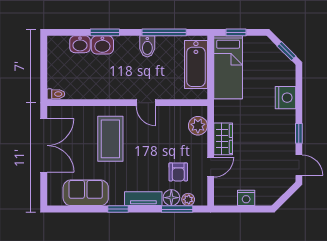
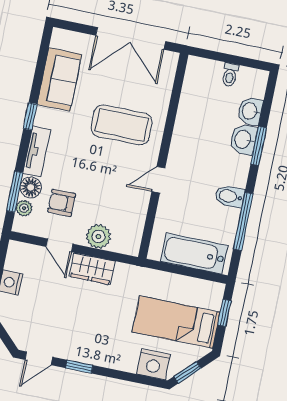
bed: (228, 67) -> (176, 322), moved
toilet: (56, 94) -> (230, 75), moved
nightstand: (285, 98) -> (153, 364), moved
plant: (198, 126) -> (98, 237), moved

